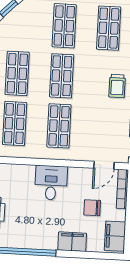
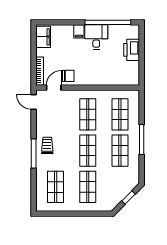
desk: (51, 183) -> (96, 37), moved, turned 180
chair: (92, 208) -> (68, 76), moved
filing cabinet: (72, 242) -> (79, 31), width x0.50

